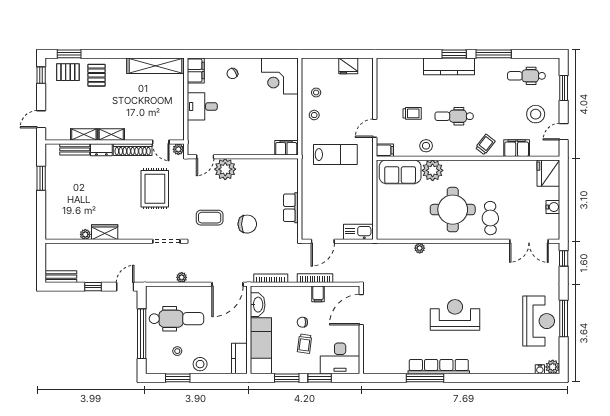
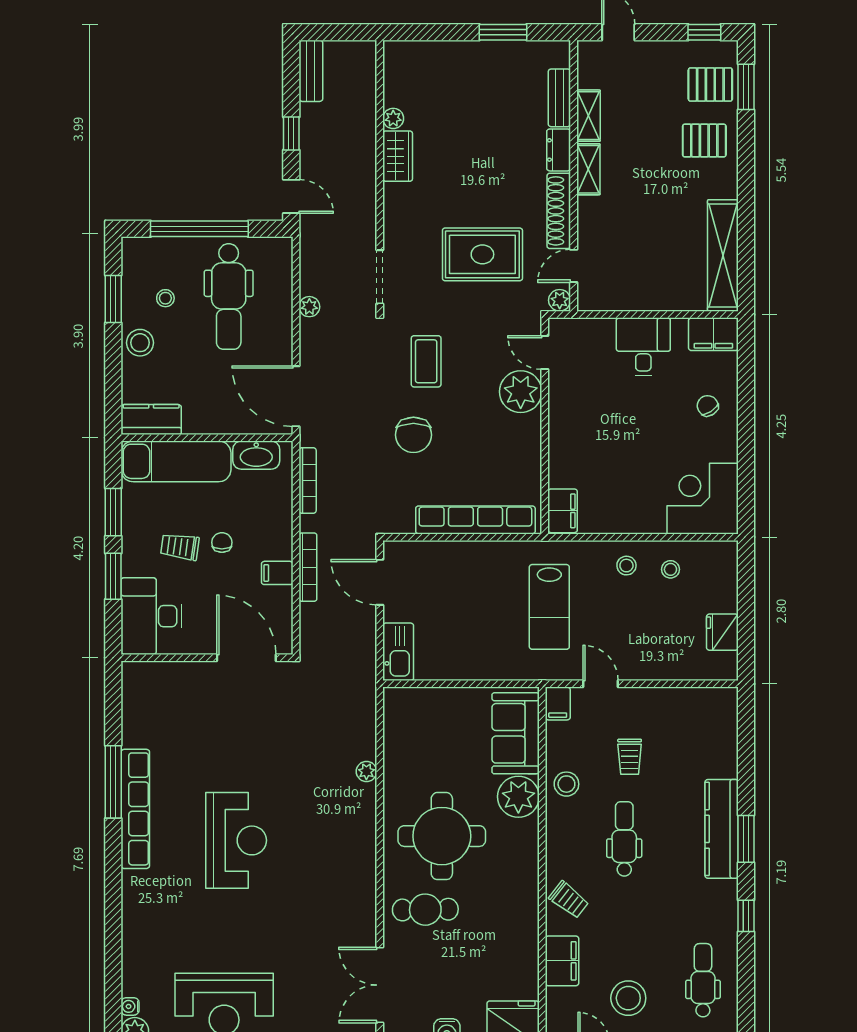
window: (494, 54) -> (746, 916), width x0.46
pallet: (68, 72) -> (710, 85), turned 90
row of seats: (291, 208) -> (475, 520), width x2.02

